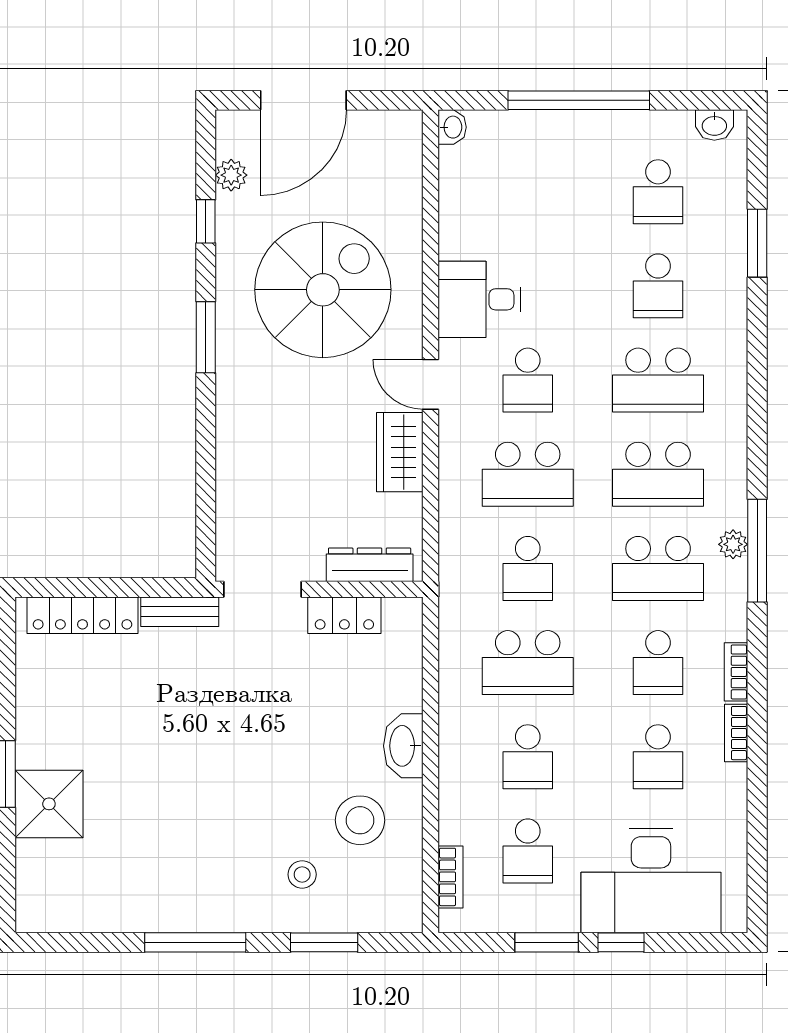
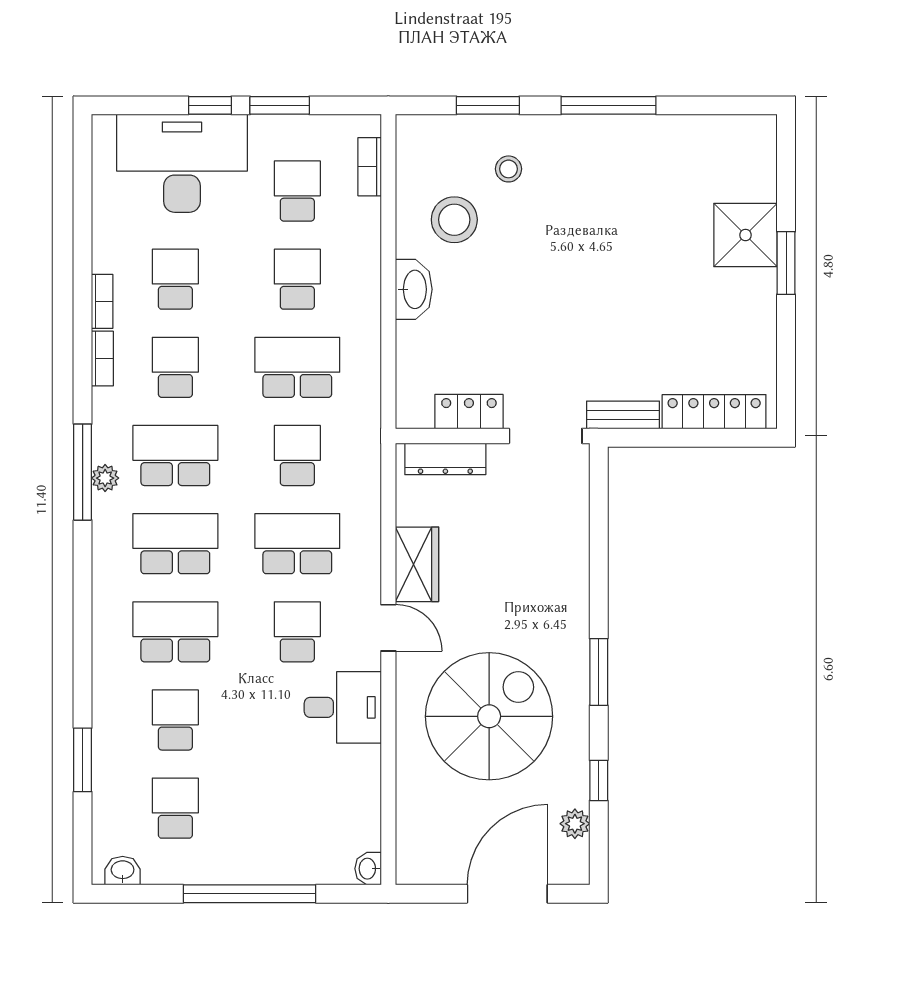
spiral stairs: (323, 290) -> (489, 716), turned 180

